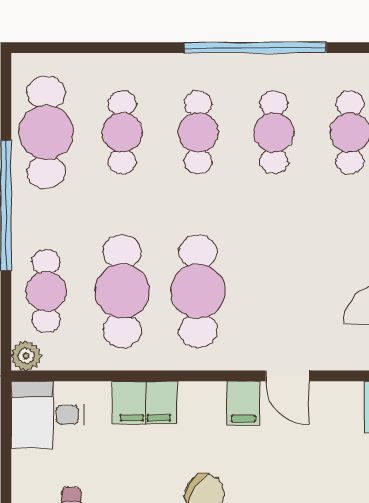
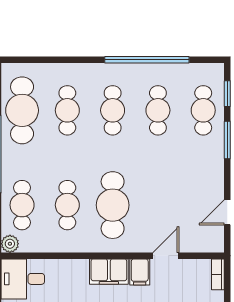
cafe table: (122, 291) -> (67, 205), width x0.73, depth x0.74
door: (287, 376) -> (166, 256), swing flipped
filing cabinet: (145, 403) -> (109, 272), moved

